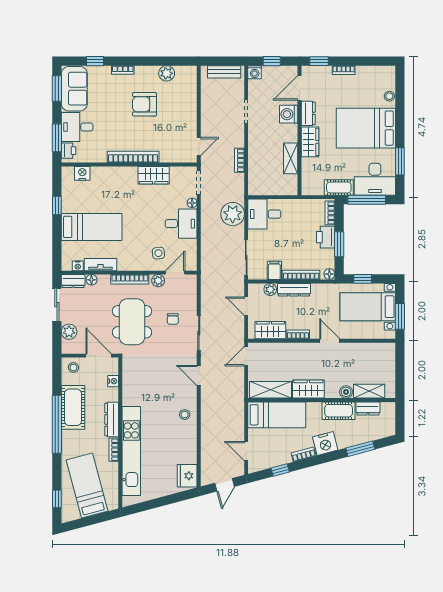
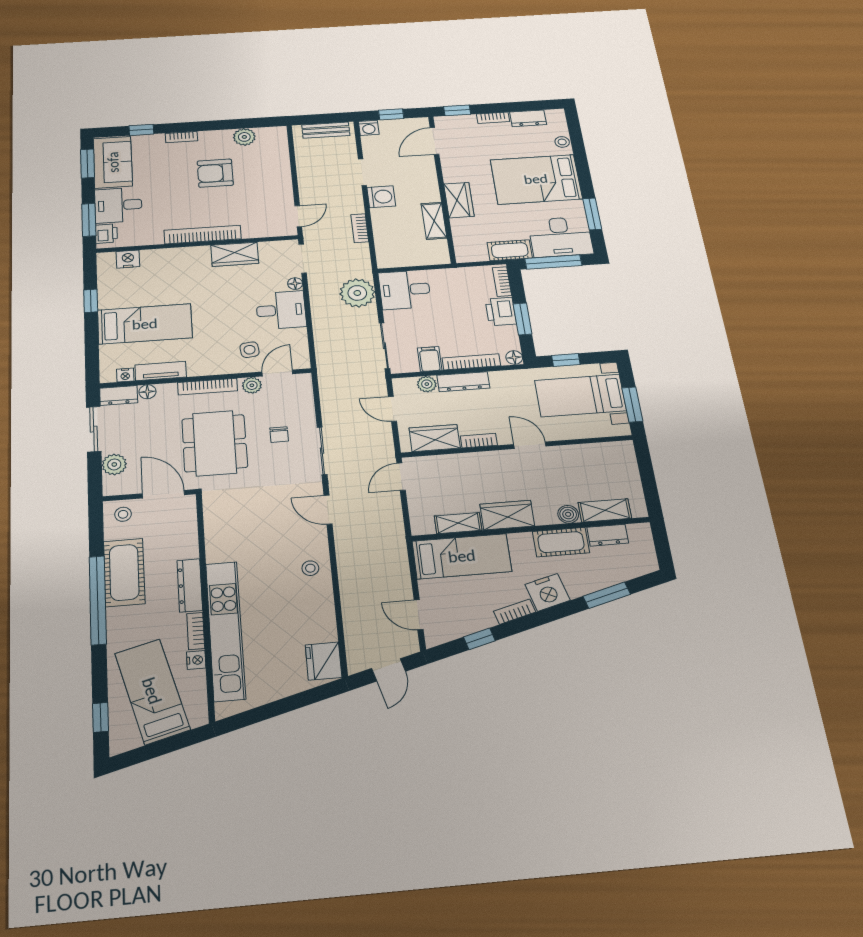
dresser: (308, 113) -> (528, 118), moved, turned 90
washing machine: (289, 114) -> (381, 197), moved, turned 180
nightstand: (113, 381) -> (196, 660), moved
shelving: (271, 390) -> (458, 523), width x0.67, depth x0.75

